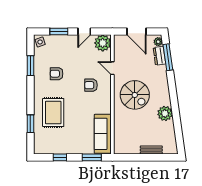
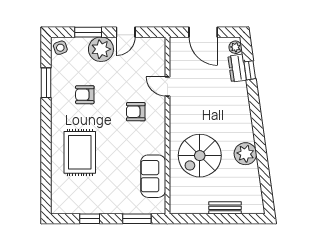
plant: (103, 43) -> (101, 49), moved
window: (168, 57) -> (250, 70), width x0.46
spiral stairs: (135, 95) -> (200, 156), moved, turned 90
window: (30, 124) -> (46, 169), removed
sofa: (103, 134) -> (153, 176), width x0.73

